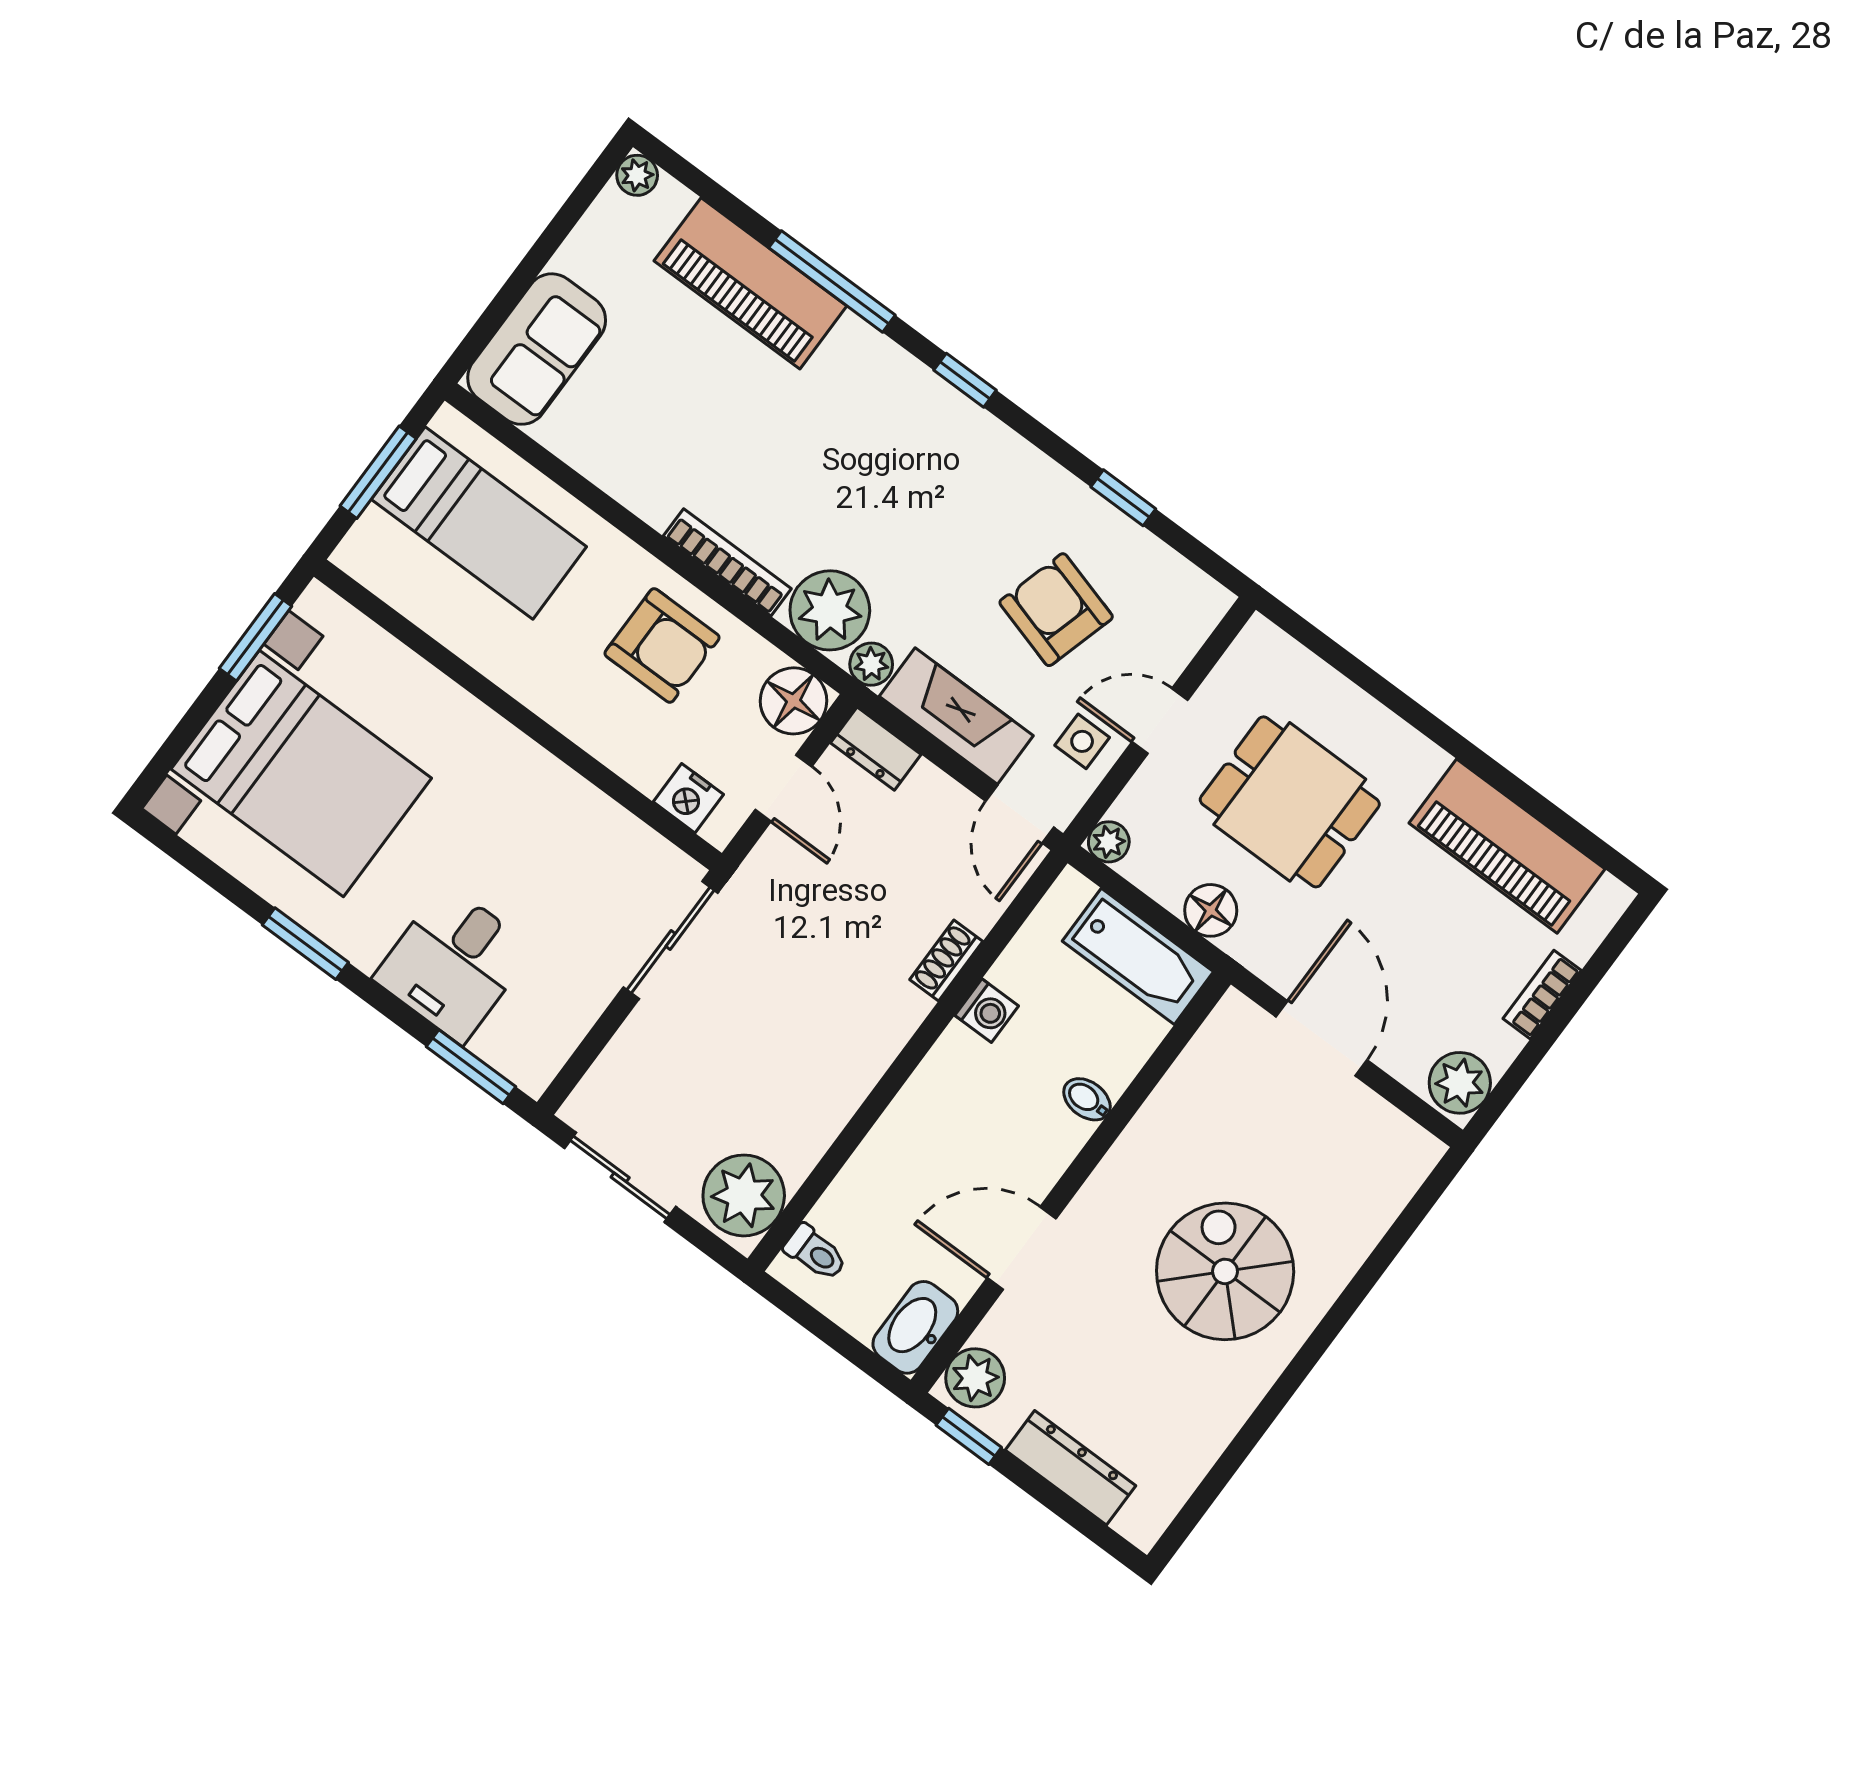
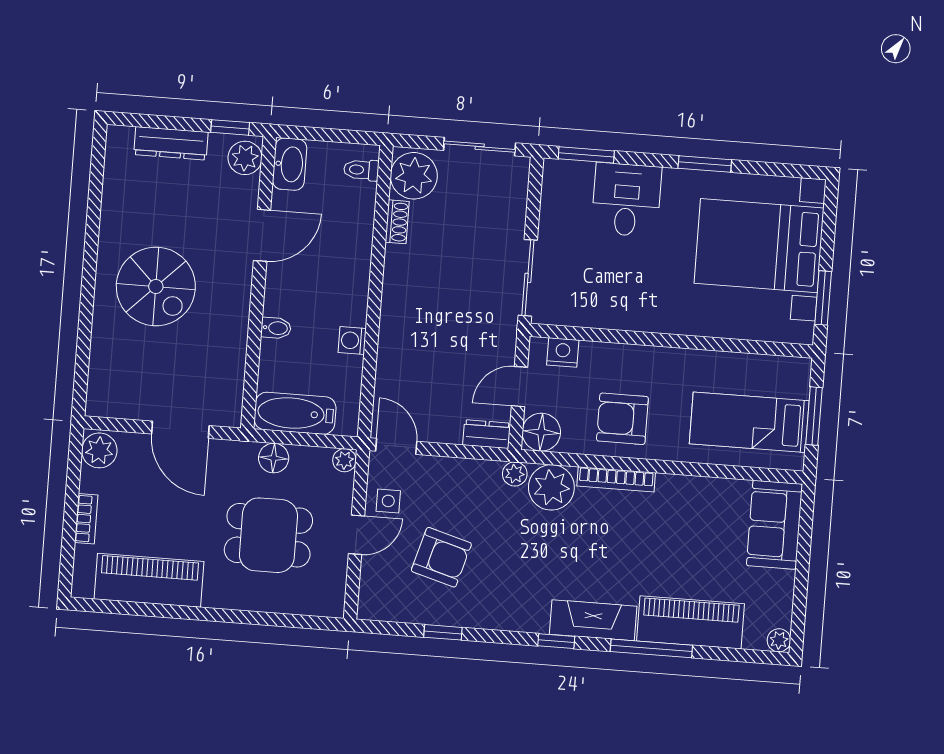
fireplace: (956, 716) -> (593, 620), moved, turned 180
door: (783, 788) -> (519, 387), hinge flipped
shoe rack: (946, 961) -> (397, 222), moved

